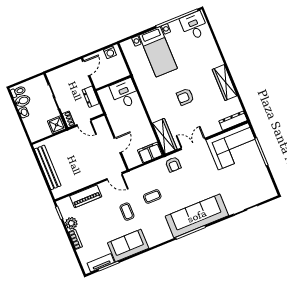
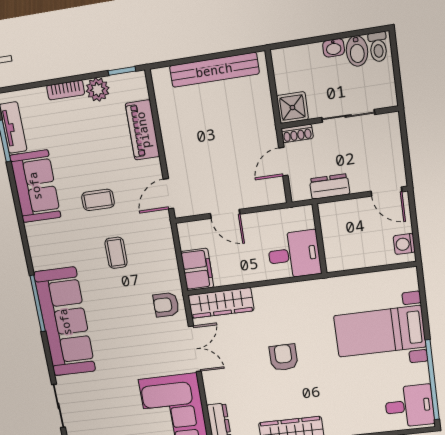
wall: (113, 83) -> (319, 239), moved
desk: (125, 94) -> (294, 255), moved

